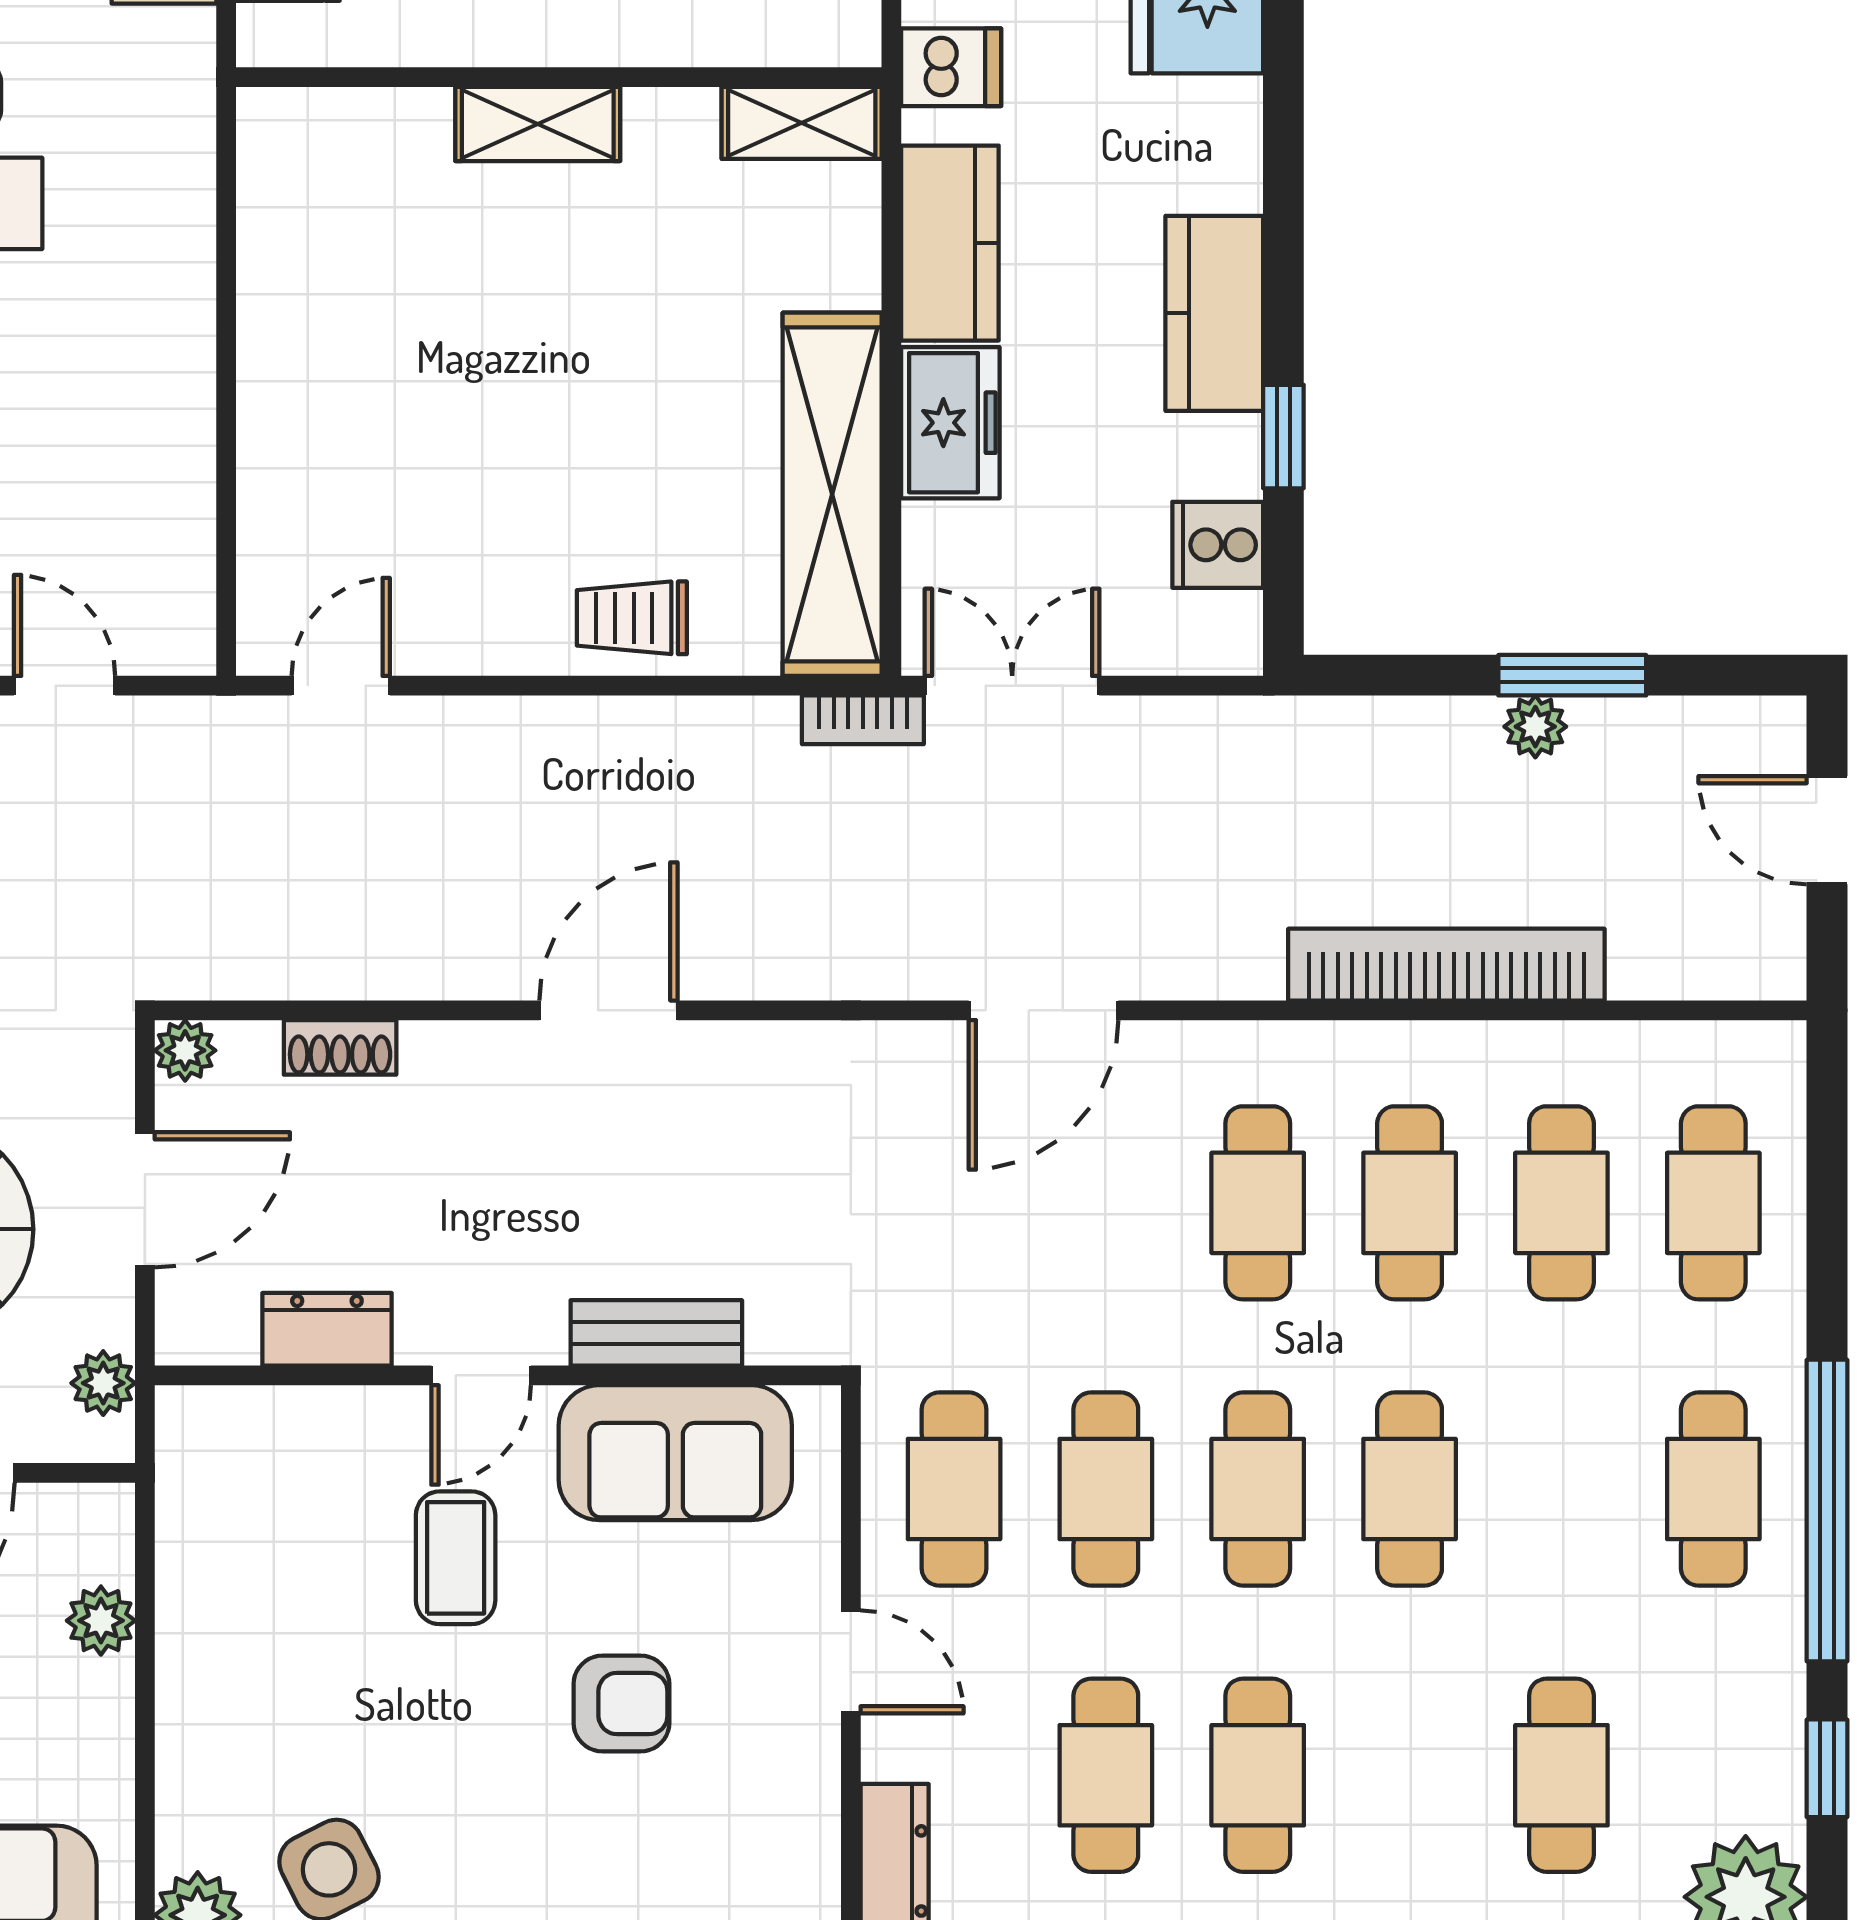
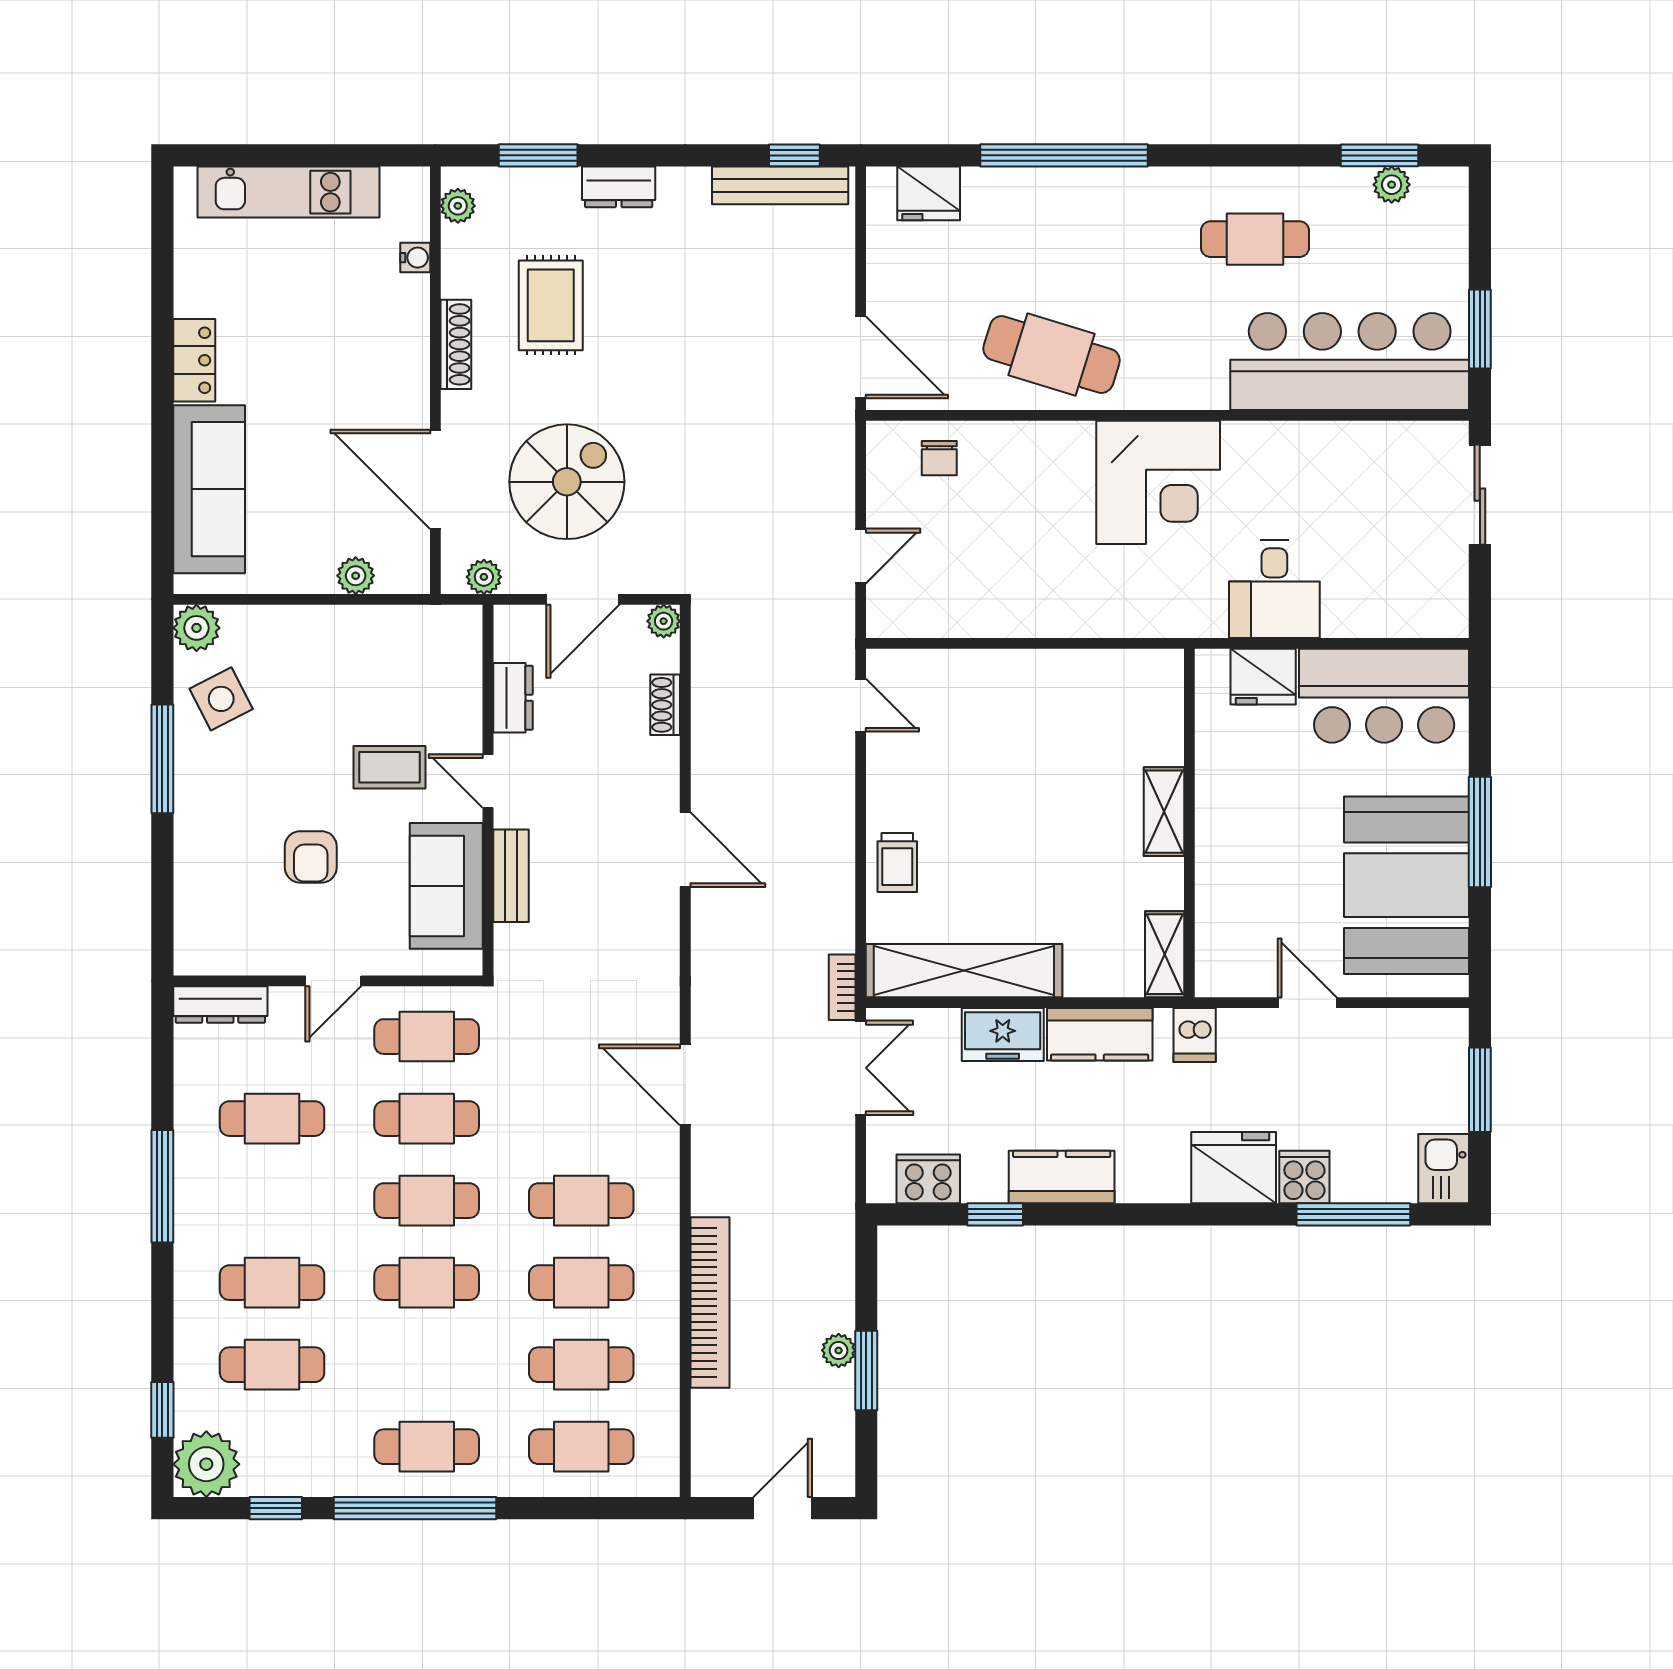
cooker: (1218, 545) -> (928, 1179), width x1.36
trolley: (632, 618) -> (897, 862), turned 180
door: (145, 1200) -> (583, 599), hinge flipped
cafe table: (1258, 1775) -> (272, 1283), moved

